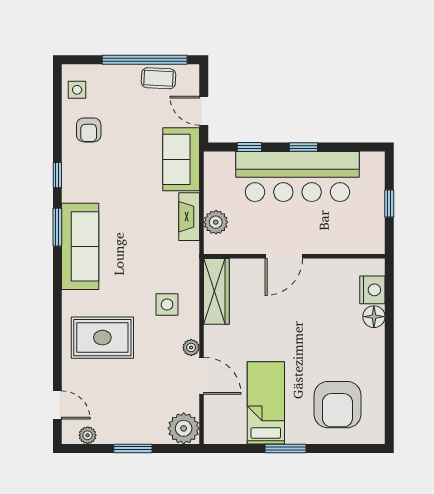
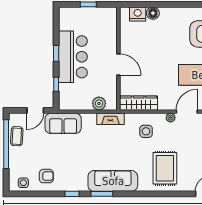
bar counter: (297, 176) -> (73, 57), width x0.73
fireplace: (189, 217) -> (110, 119), moved

